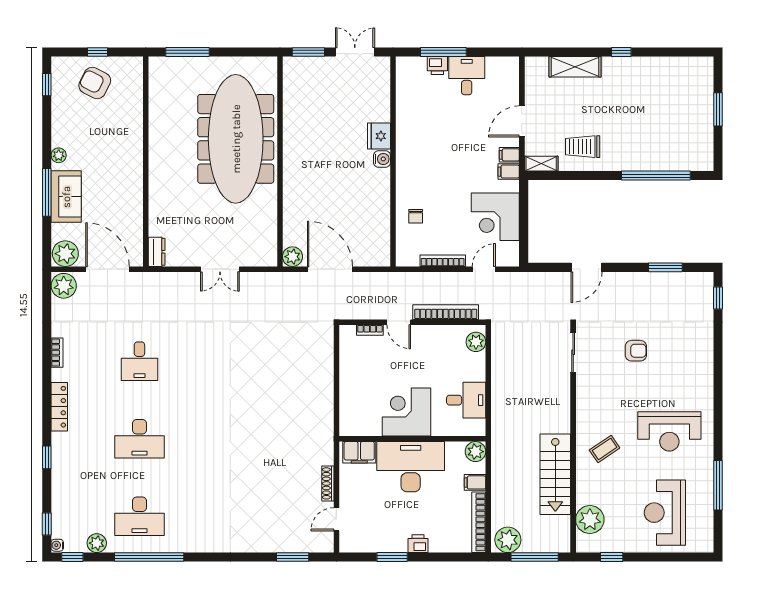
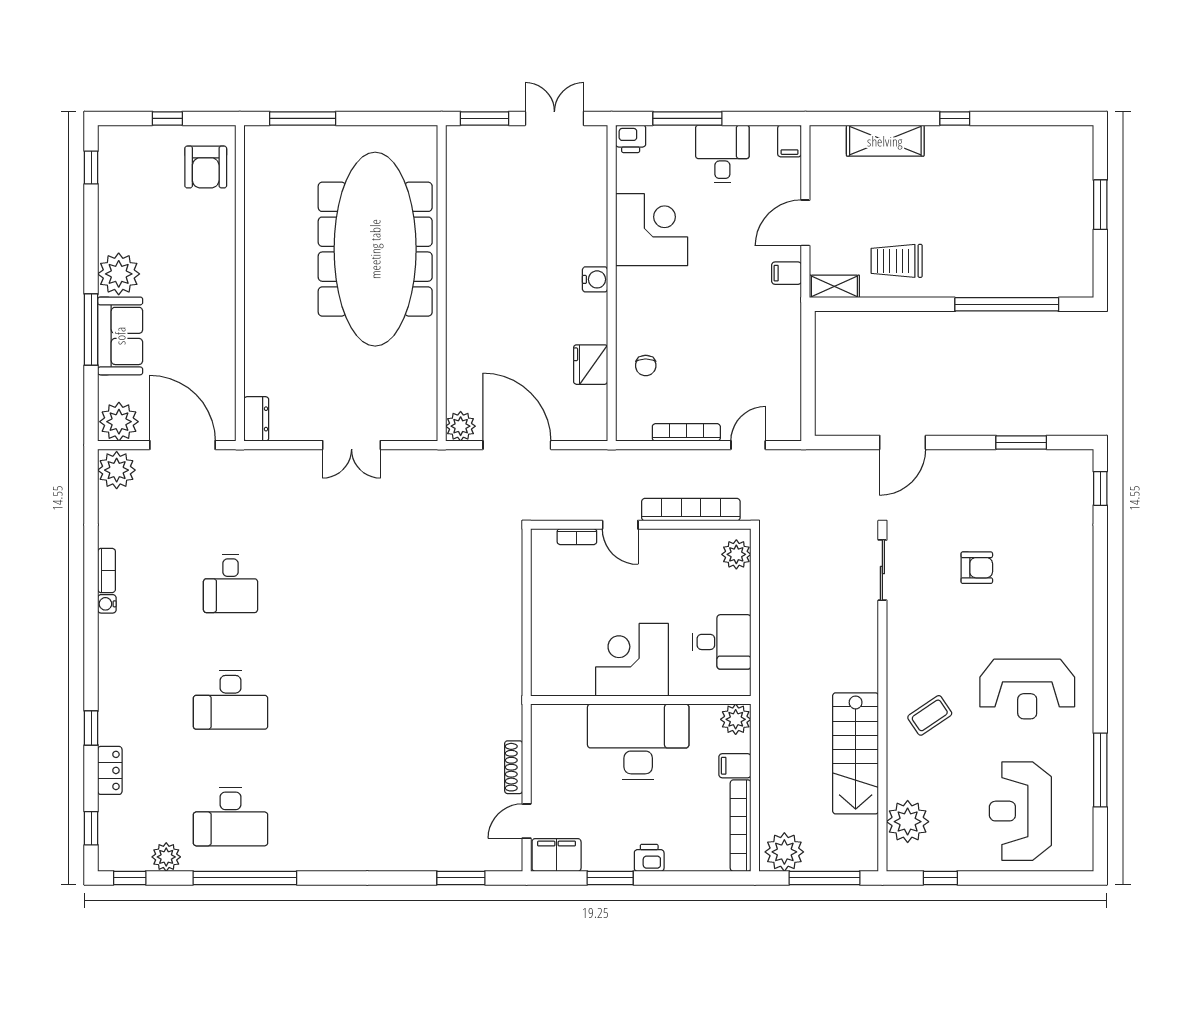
printer: (437, 65) -> (631, 139), moved
armchair: (95, 83) -> (206, 167), moved, turned -117
fridge: (379, 136) -> (591, 365), moved
plant: (59, 155) -> (119, 274), width x1.88, depth x1.88
filing cabinet: (509, 172) -> (790, 141), moved, turned -90
corner desk: (495, 217) -> (652, 230), moved, turned 180
locker: (59, 407) -> (110, 770), moved, width x0.66
filing cabinet: (359, 452) -> (557, 855), moved, turned 180
water cooler: (57, 545) -> (107, 604), moved

